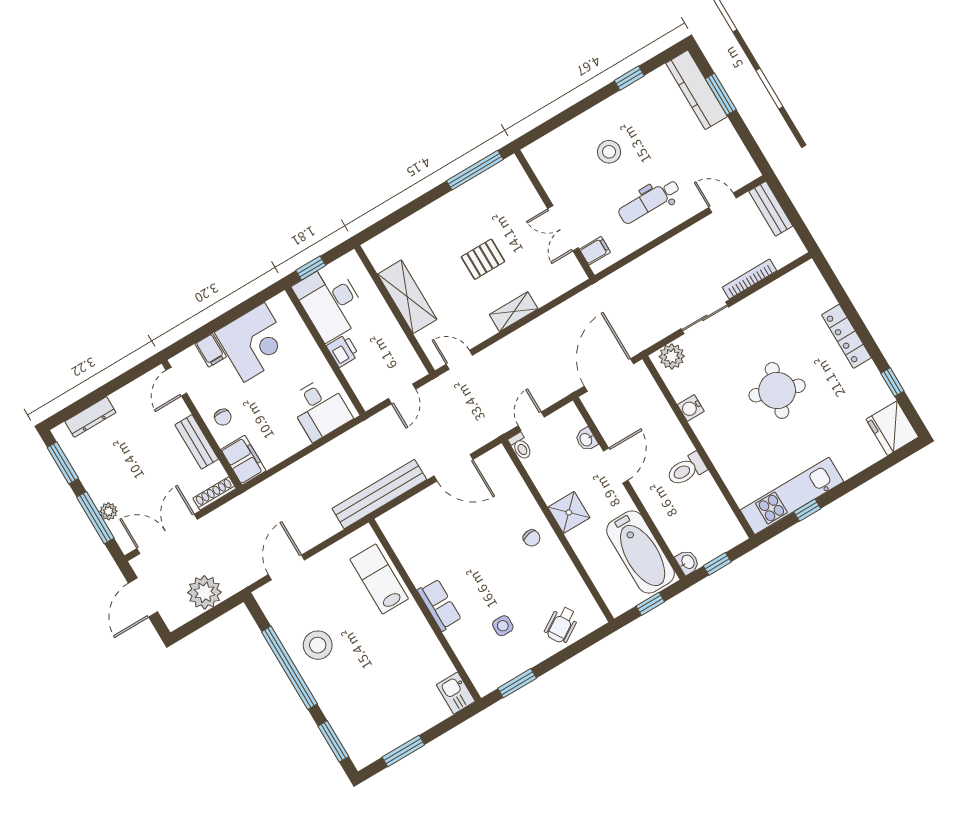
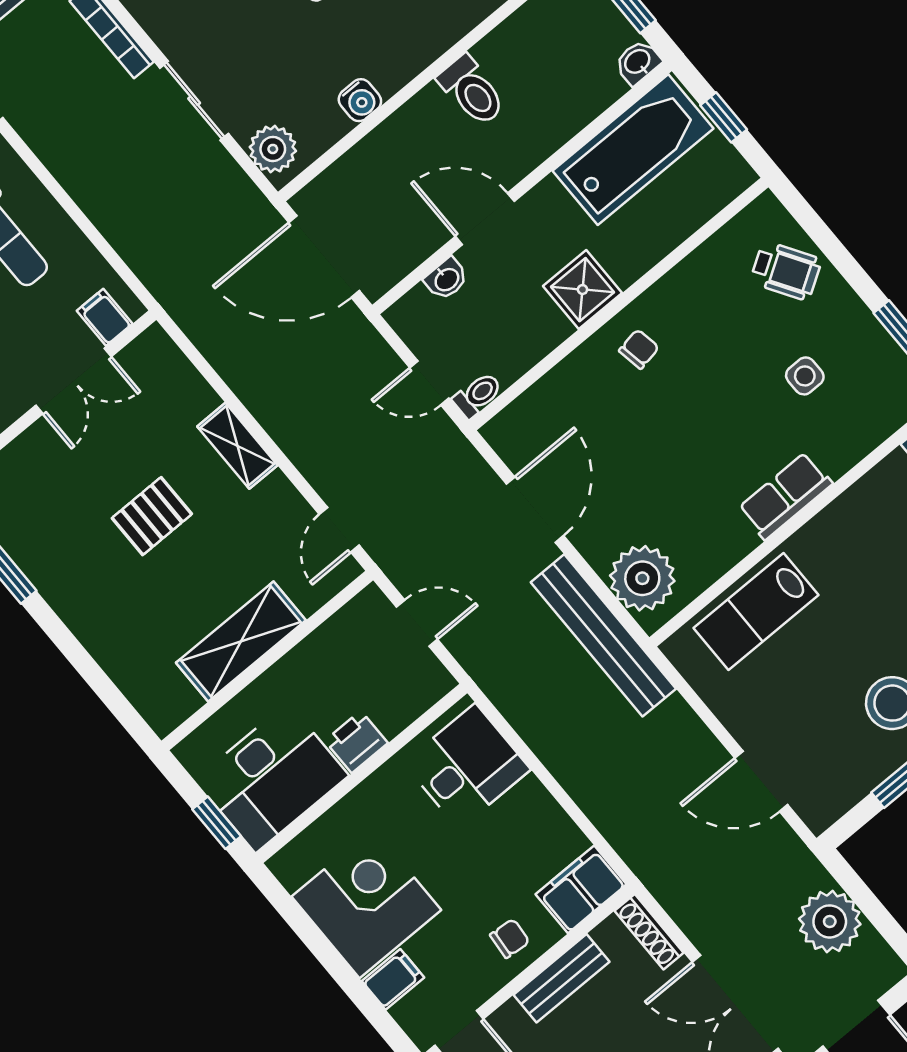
pallet: (483, 259) -> (152, 516), turned 90
plant: (407, 520) -> (642, 578), added

